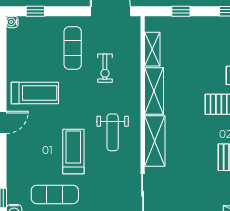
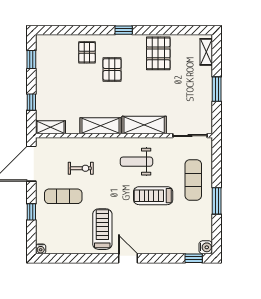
window: (35, 11) -> (31, 212), moved
shelving: (152, 49) -> (50, 127), moved
weight bench: (113, 132) -> (136, 162), turned 180
exercise mat: (55, 194) -> (193, 180), moved

